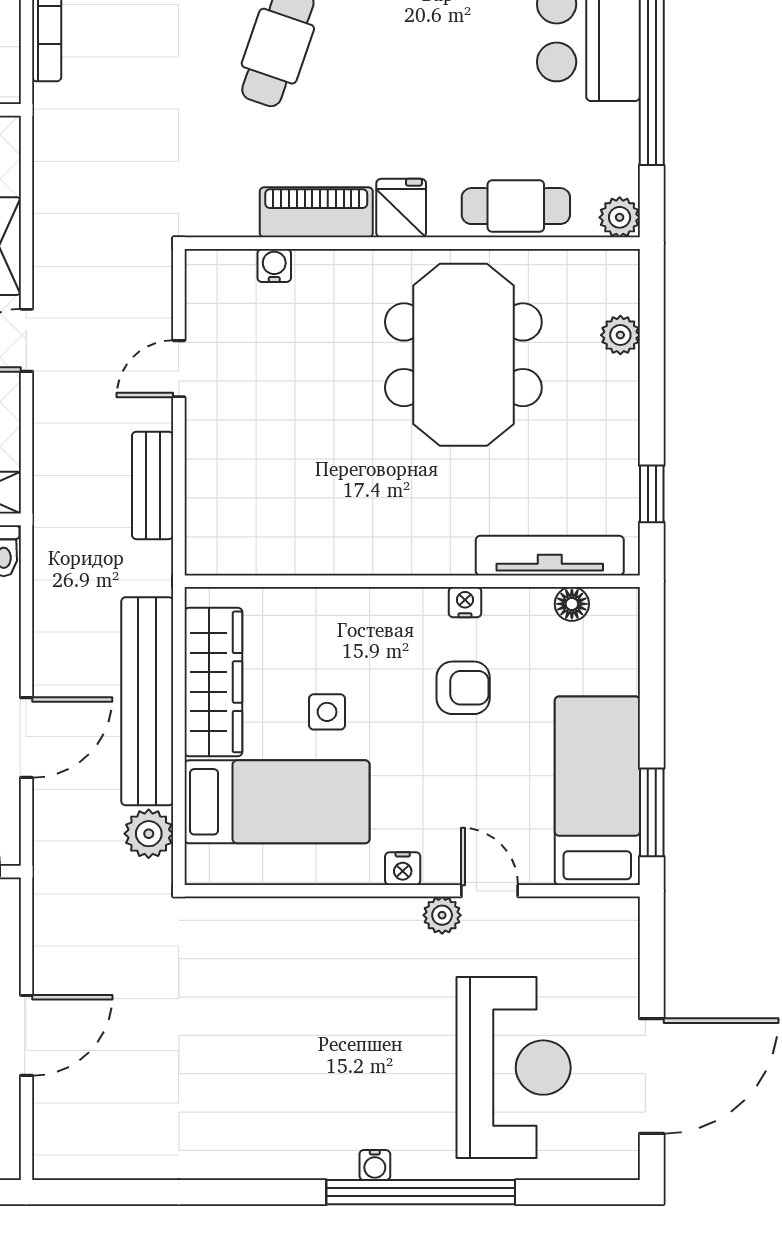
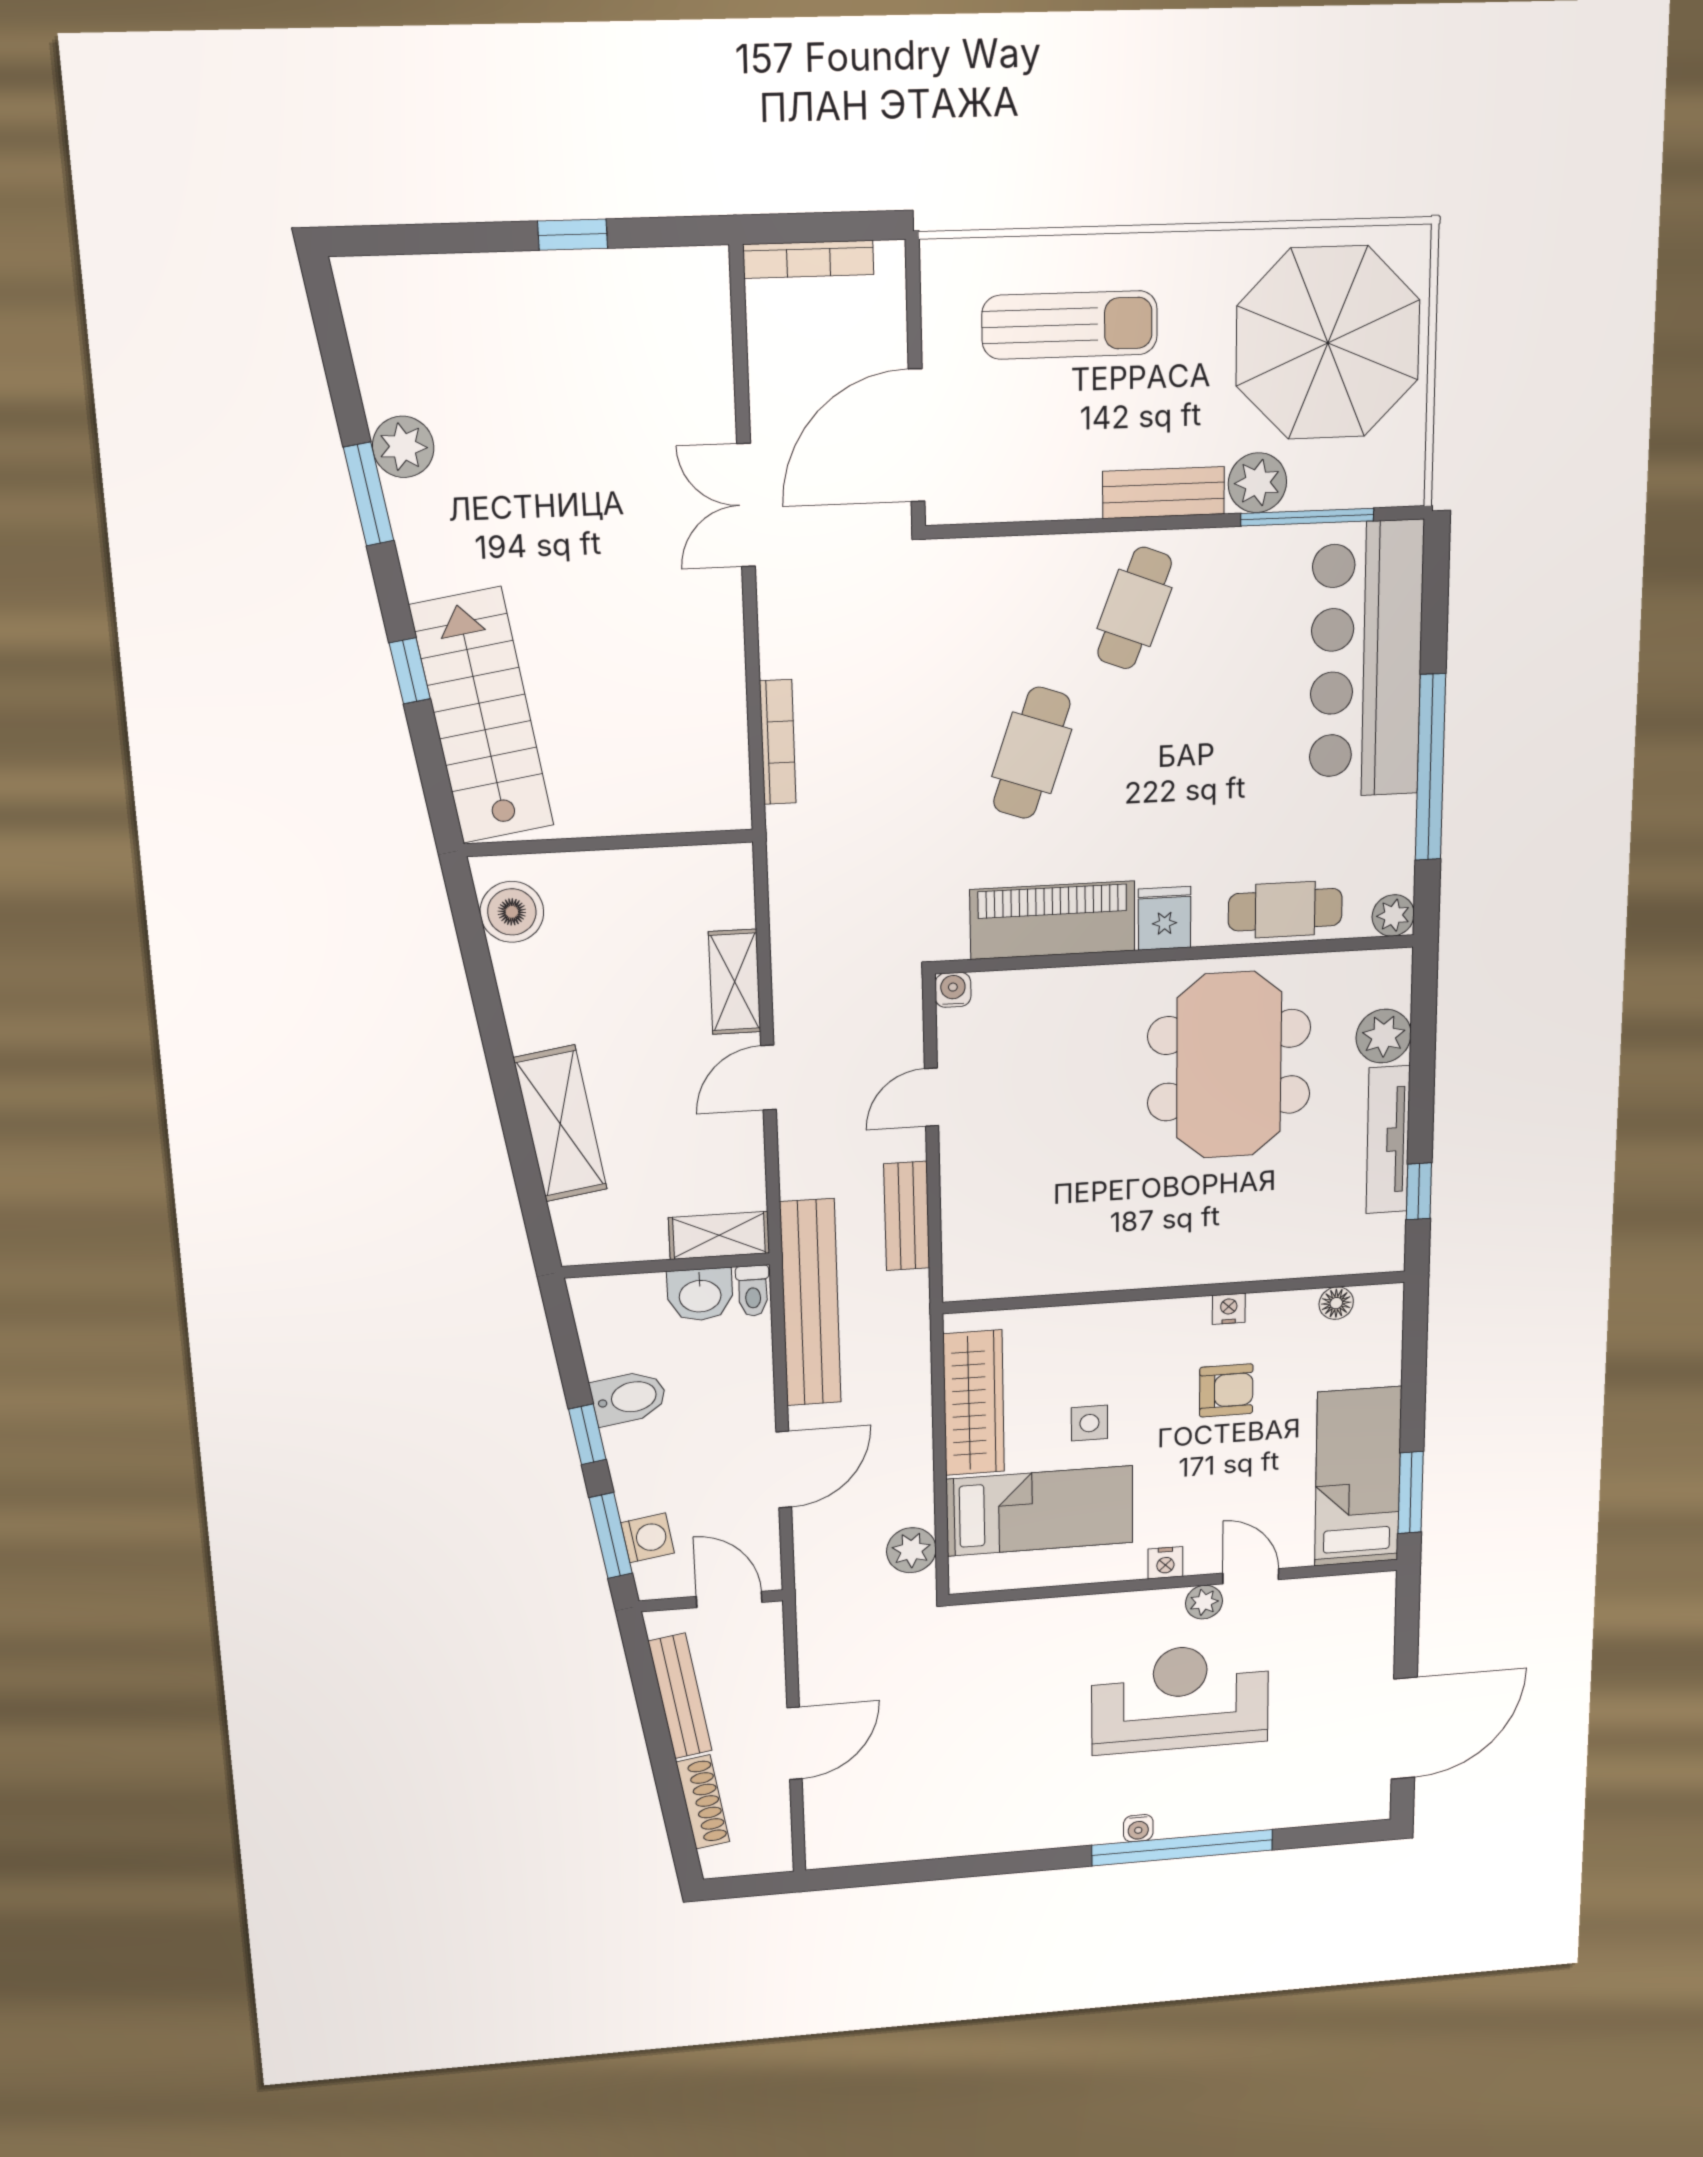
piano: (316, 212) -> (1053, 920), width x1.37, depth x1.33
water cooler: (274, 266) -> (953, 990), moved
plant: (620, 335) -> (1384, 1036), width x1.38, depth x1.38
tv unit: (550, 556) -> (1388, 1140), moved, turned -90
bench: (147, 701) -> (810, 1303), moved
reception desk: (514, 1068) -> (1180, 1698), moved, turned -90

